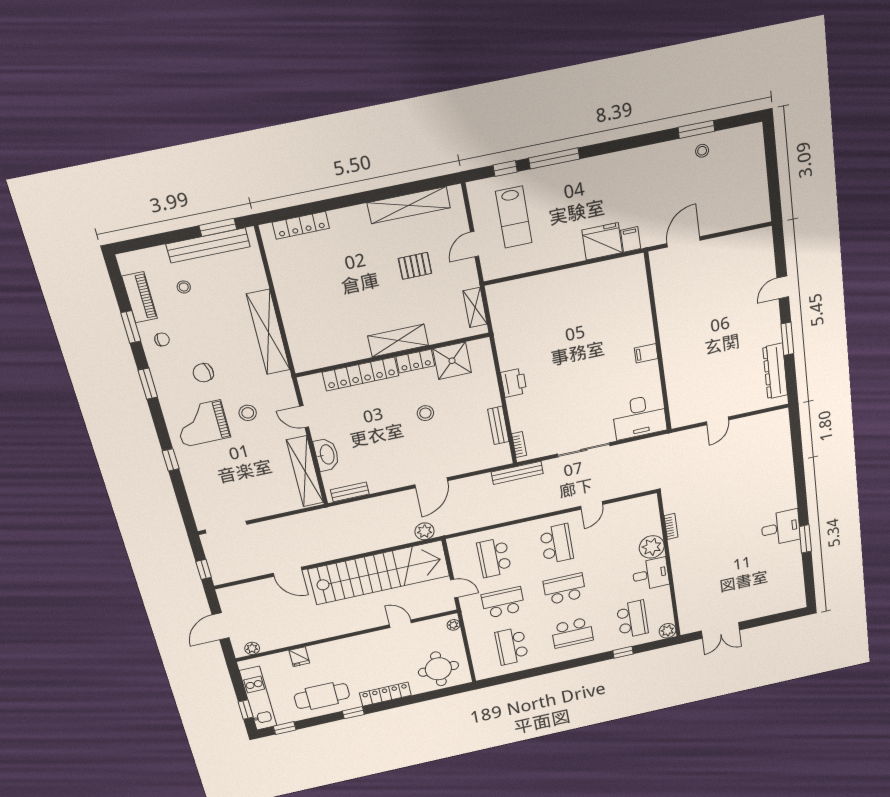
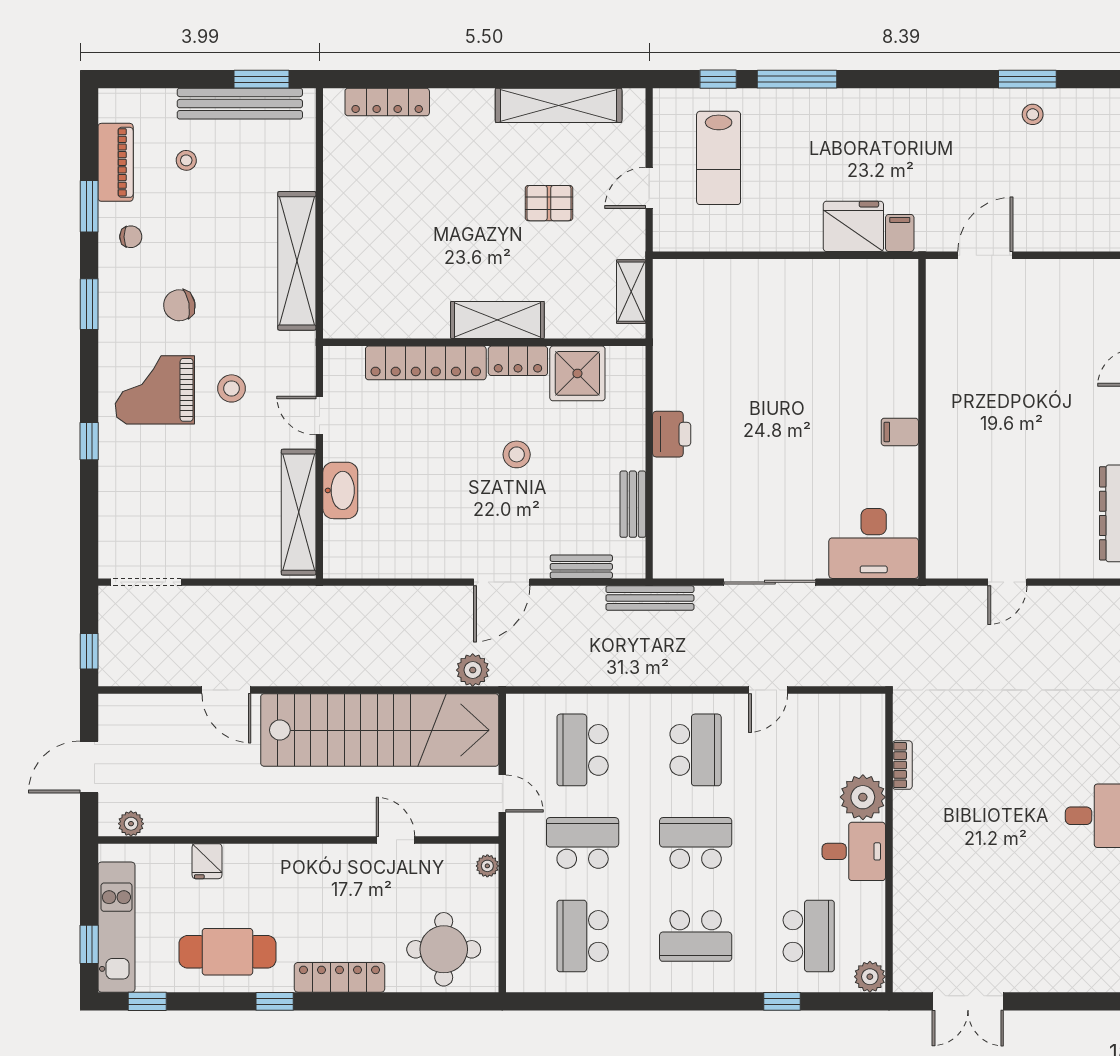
bookcase: (519, 445) -> (662, 547), removed
bench: (350, 492) -> (581, 567), moved

